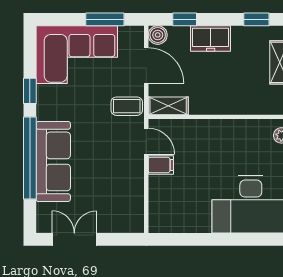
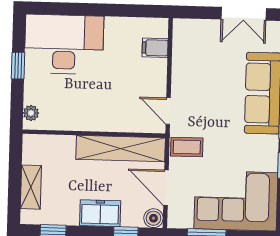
shelving: (168, 106) -> (121, 149), width x2.20, depth x1.33
filing cabinet: (161, 165) -> (155, 48), moved

